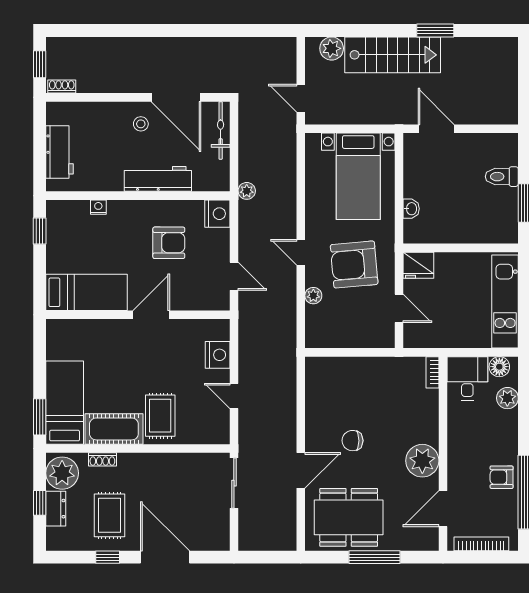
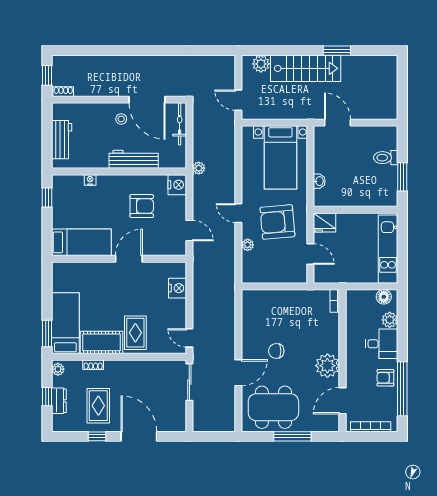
desk: (467, 378) -> (382, 344), moved, turned 90
door: (234, 396) -> (189, 338), moved
plant: (62, 473) -> (58, 369), width x0.53, depth x0.53

